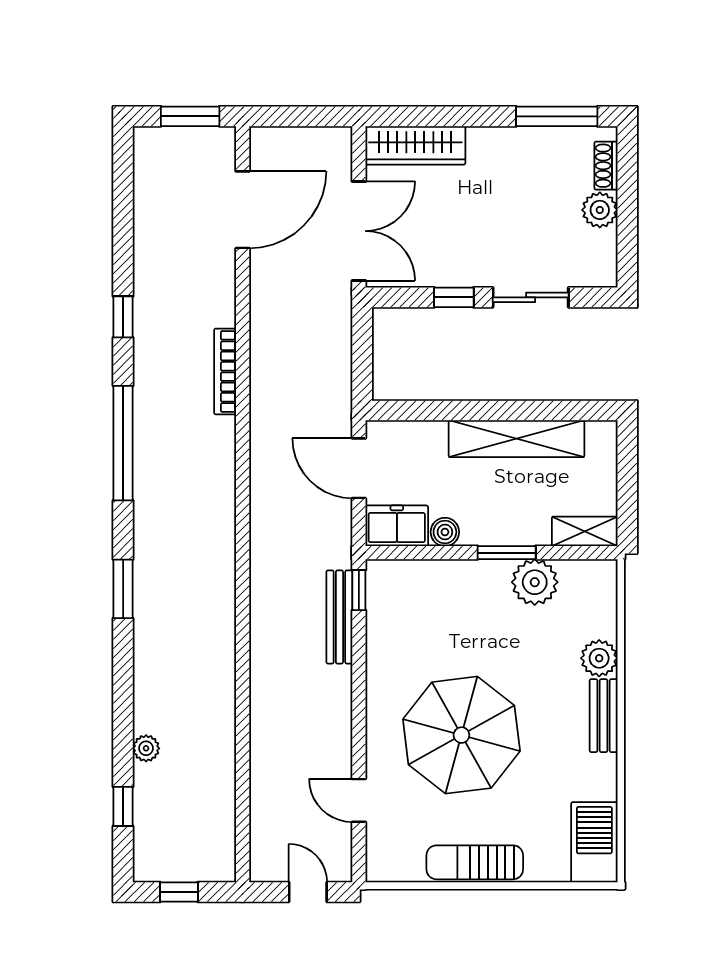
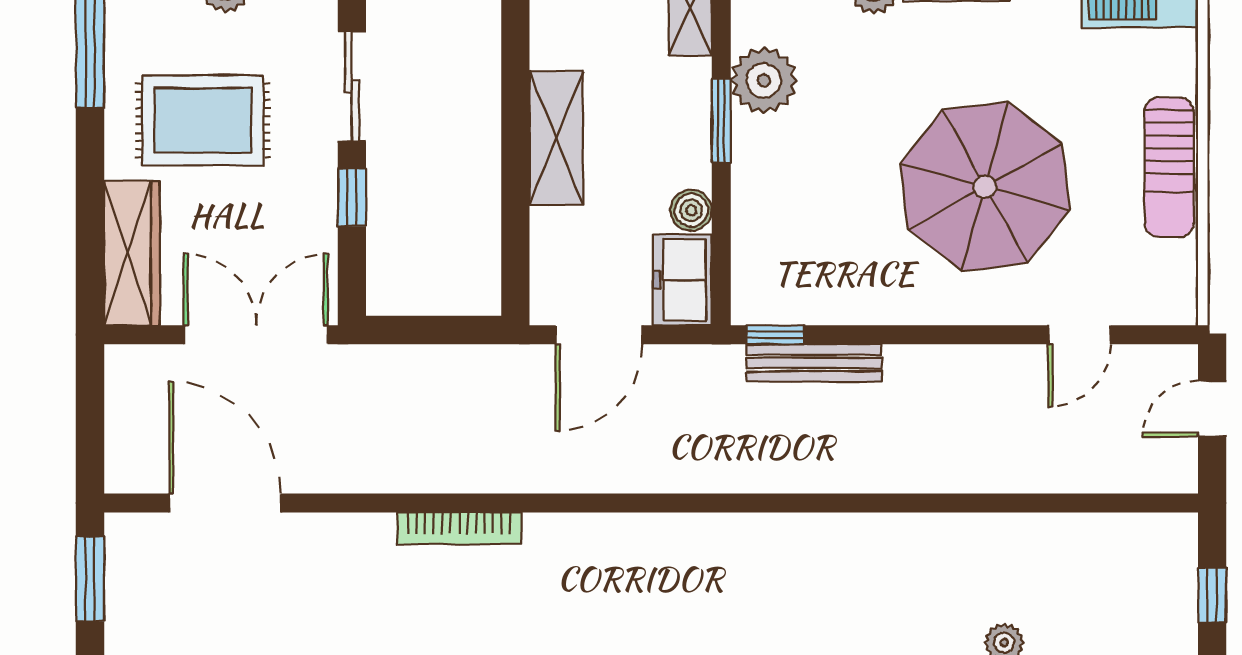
rug: (507, 194) -> (203, 120), added
shelving: (516, 439) -> (556, 138), width x0.68

